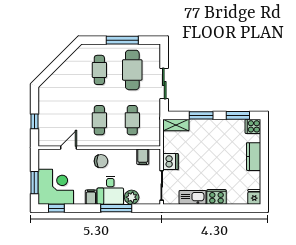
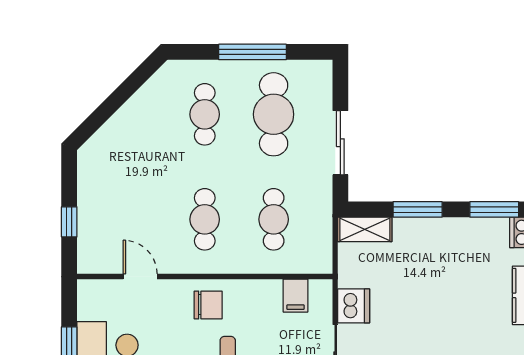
door: (68, 148) -> (140, 277), hinge flipped

